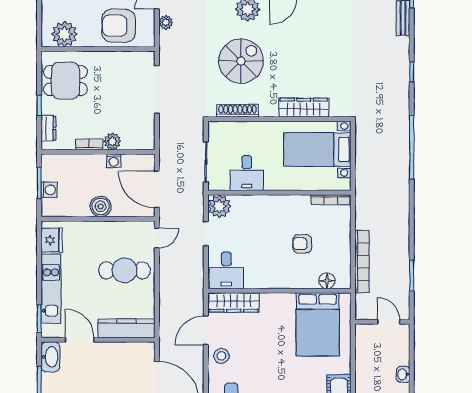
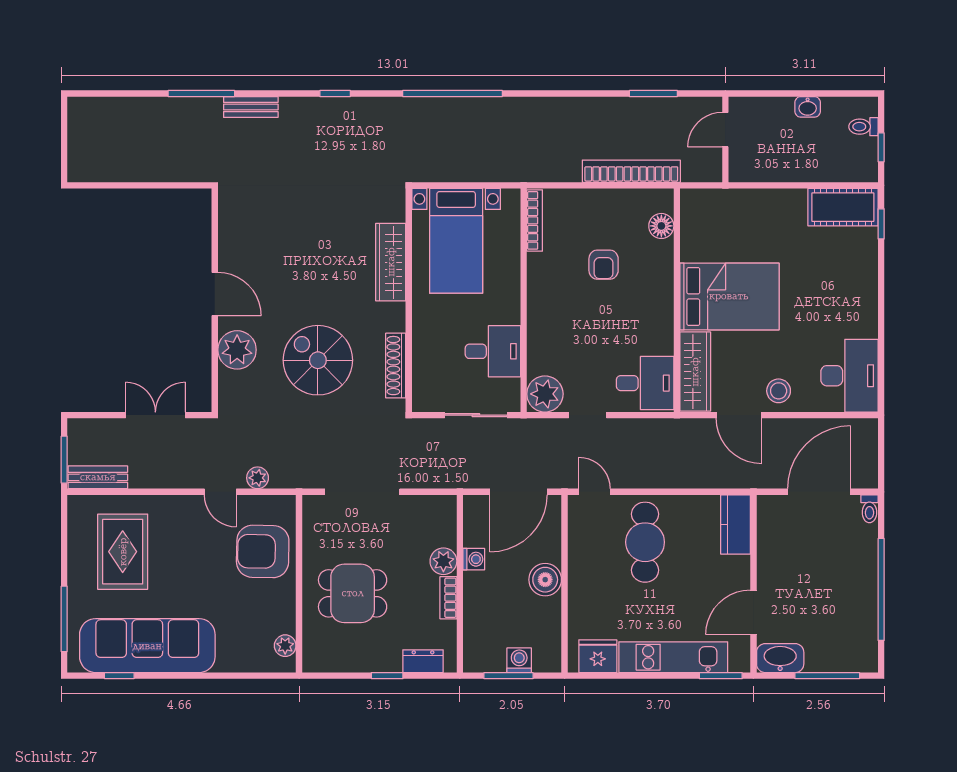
armchair: (119, 26) -> (263, 551), turned 91
plant: (64, 34) -> (285, 646), width x0.53, depth x0.53
dining table: (65, 81) -> (353, 593), moved, turned 90
bed: (318, 324) -> (729, 296), moved
kitchen counter: (126, 328) -> (736, 524), width x0.67

